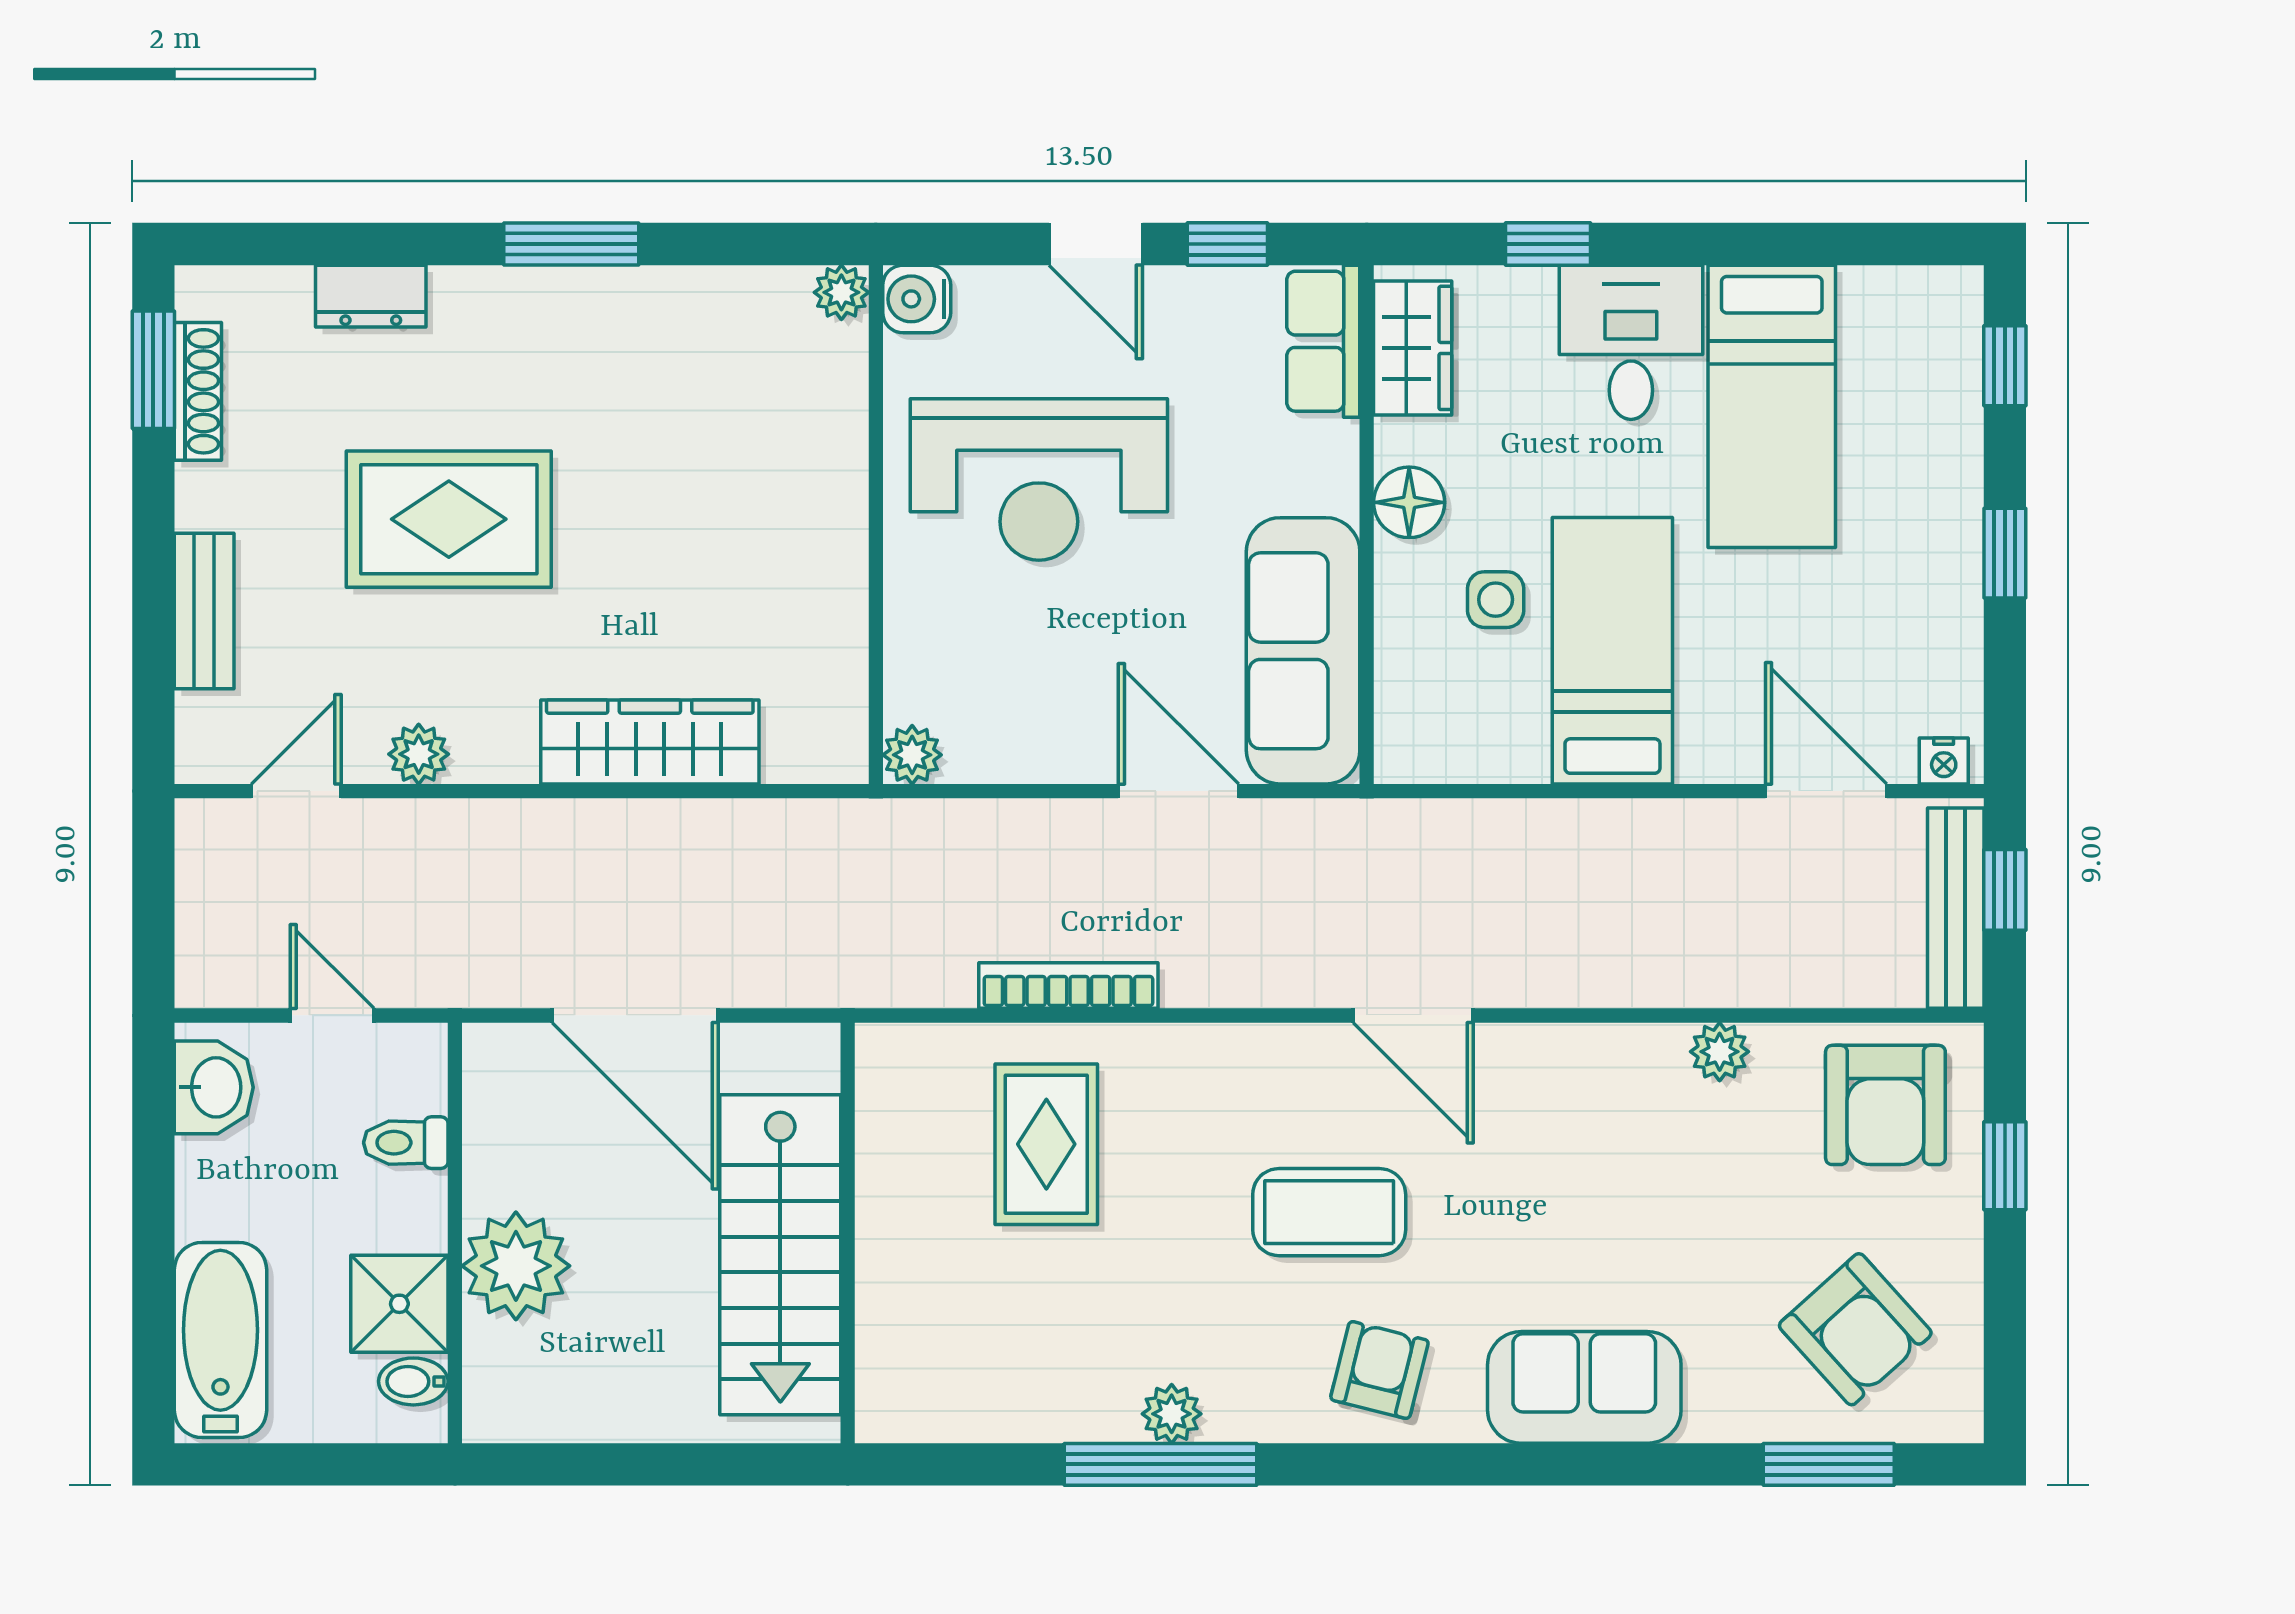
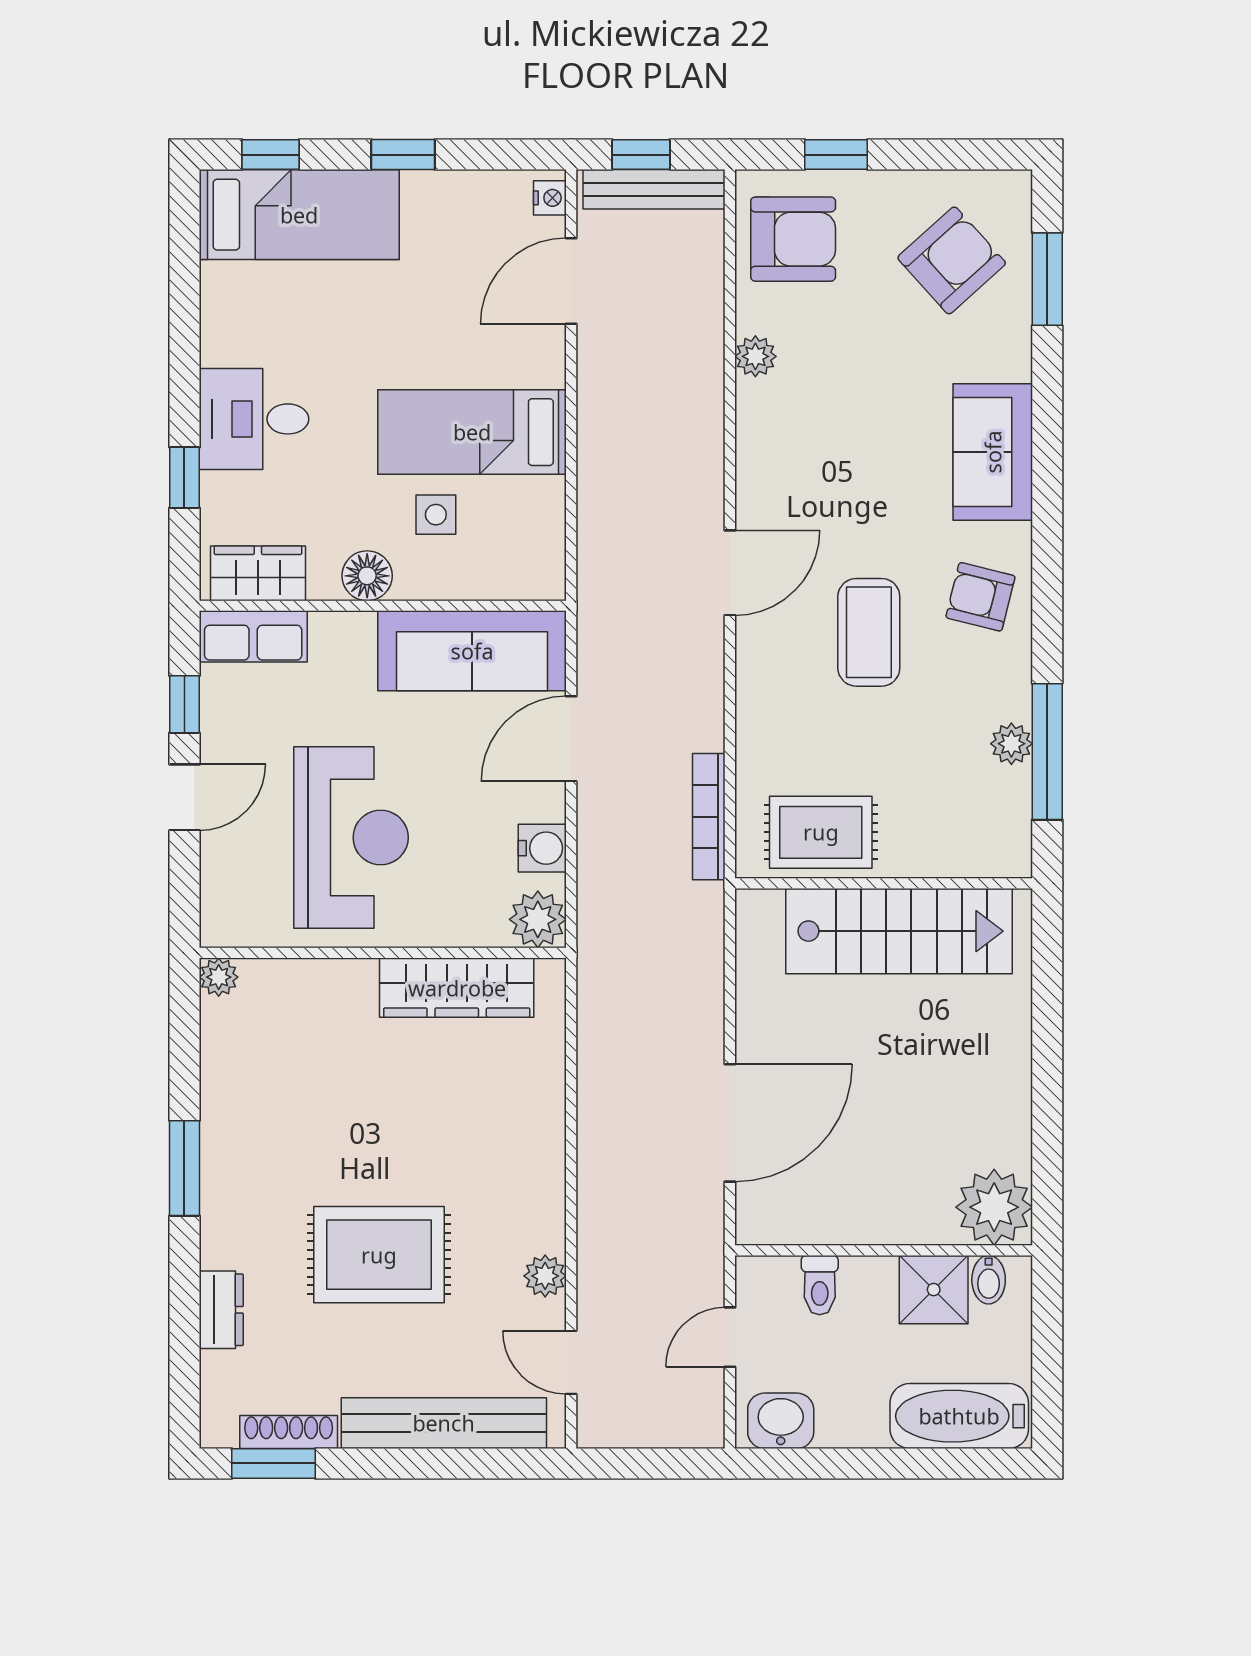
water cooler: (917, 299) -> (542, 848), moved, turned -90
bed: (1772, 406) -> (299, 215), moved
rug: (449, 519) -> (379, 1255), turned 90
bench: (204, 611) -> (444, 1423), width x1.86, depth x1.21
wardrobe: (650, 742) -> (457, 988), moved, turned -90
plant: (912, 755) -> (538, 919), width x1.38, depth x1.38
wall: (848, 1233) -> (884, 883), moved
stairs: (780, 1255) -> (899, 931), moved
plant: (516, 1266) -> (994, 1207), moved

